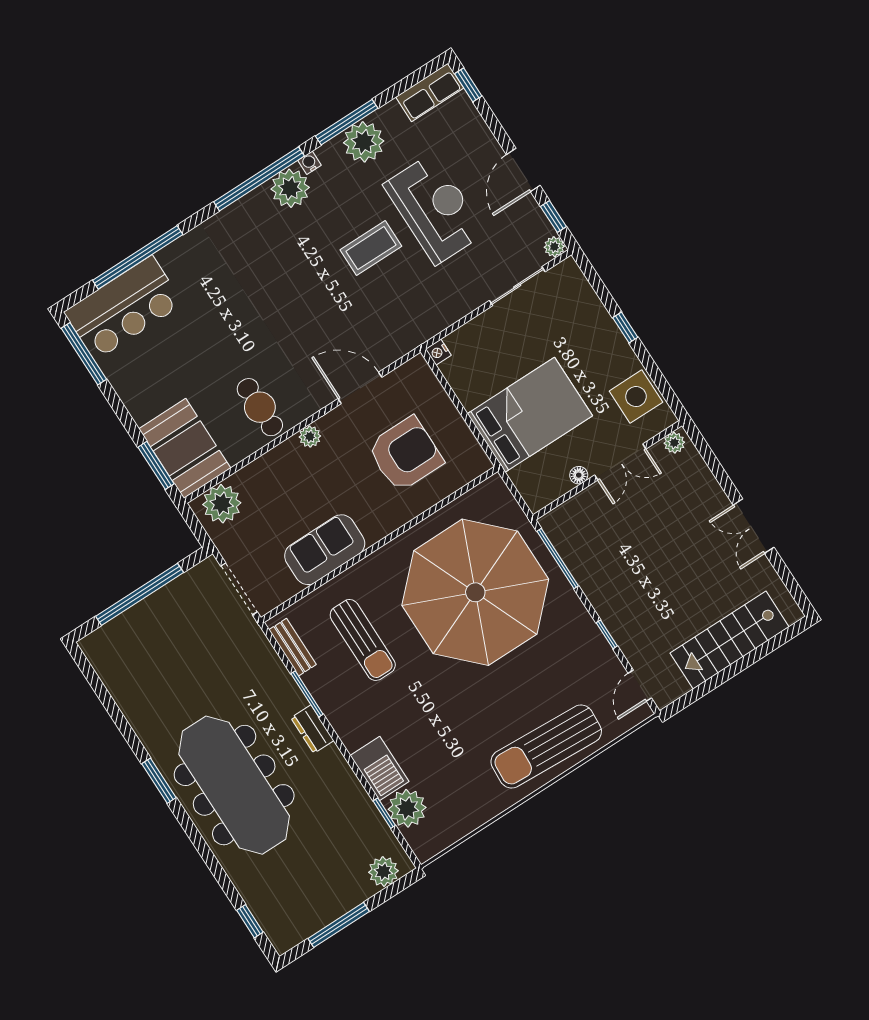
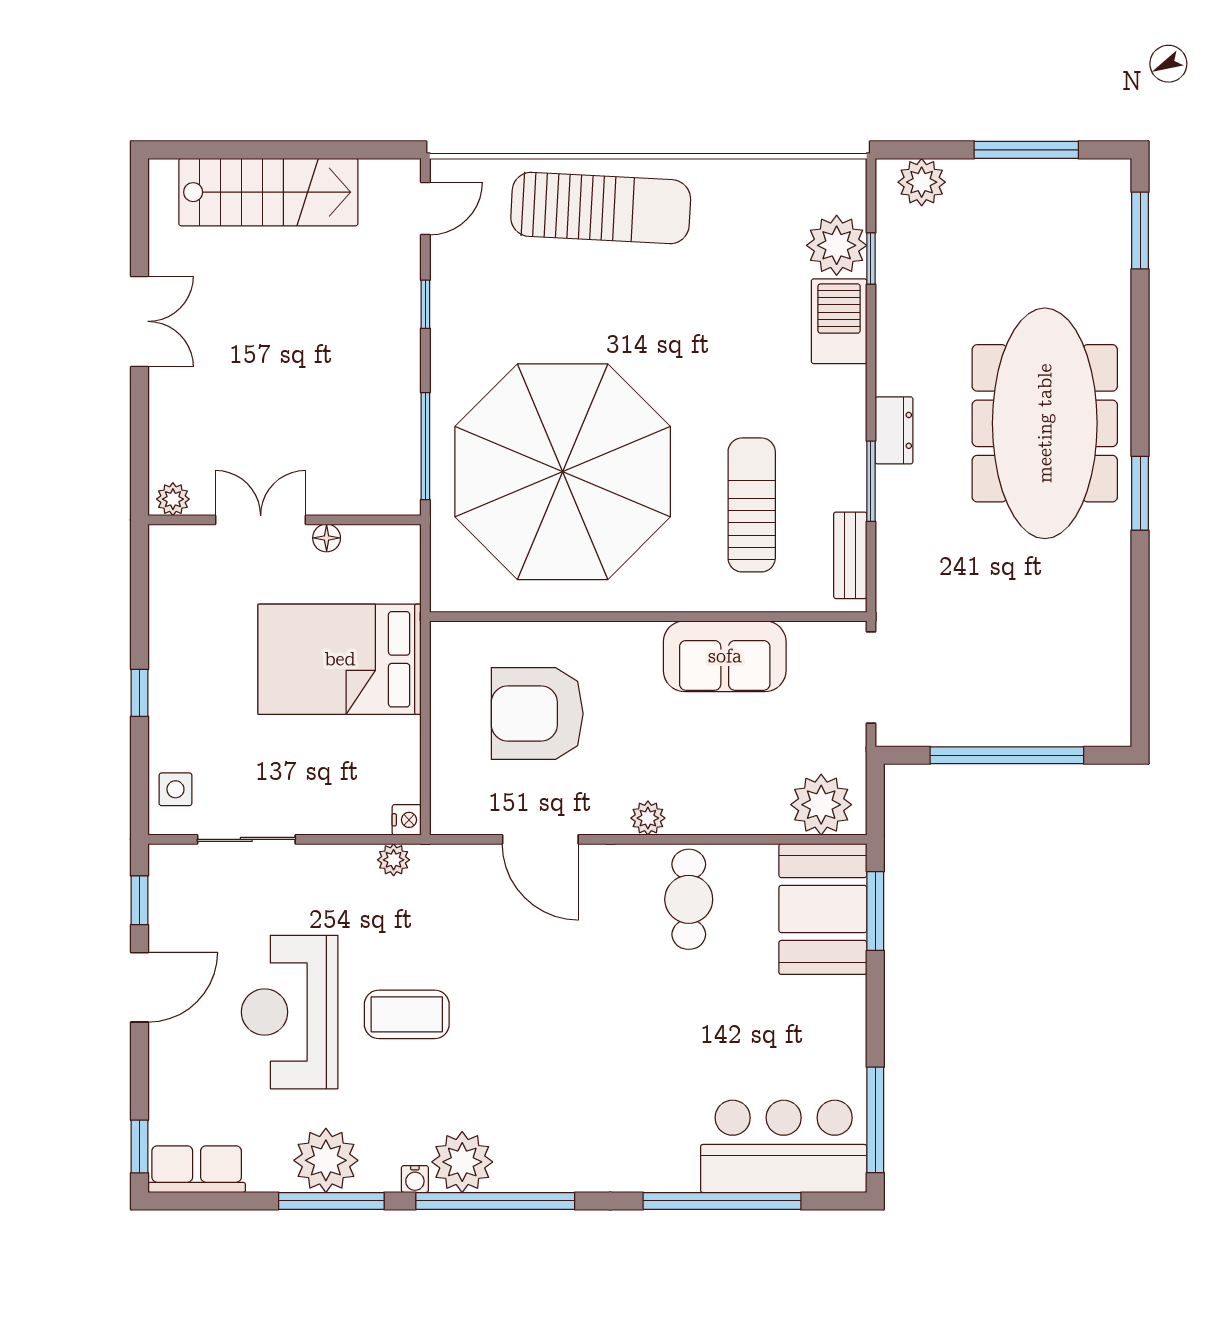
plant: (554, 247) -> (394, 860), moved
side table: (636, 397) -> (175, 789), moved, width x0.54, depth x0.54
window: (250, 921) -> (1140, 231), width x1.50

